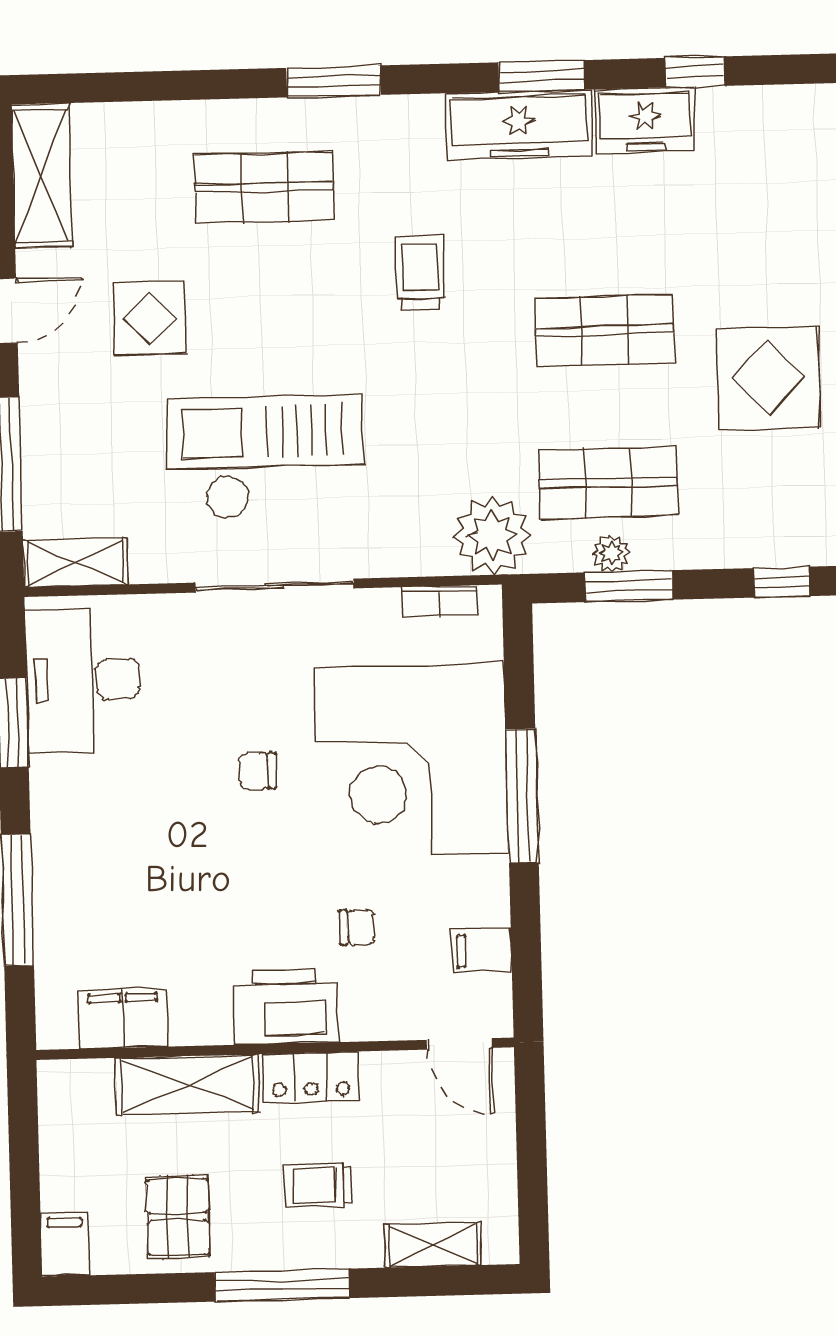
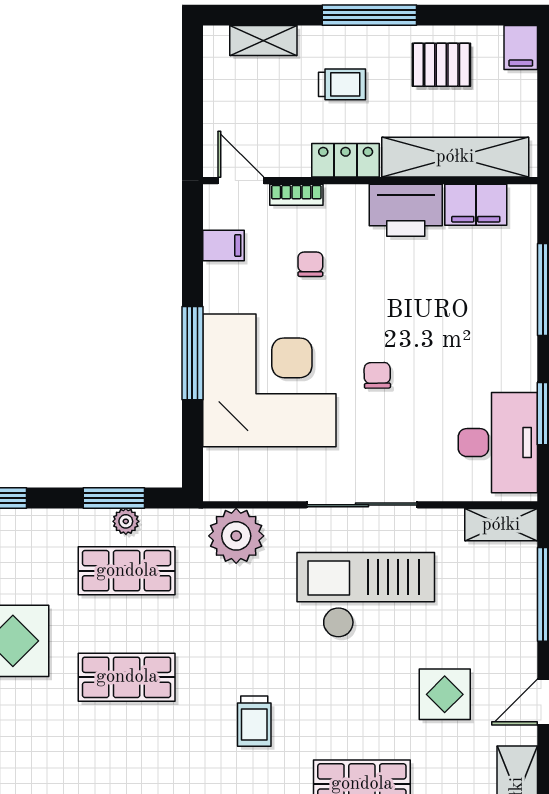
checkout: (266, 457) -> (366, 595), turned 180
plant: (493, 536) -> (236, 536), moved
bookcase: (440, 601) -> (296, 195), moved, turned 180
chair: (258, 771) -> (377, 375), turned -91
chair: (357, 927) -> (310, 264), turned 90
printer: (286, 1006) -> (406, 210), moved
shelving: (188, 1085) -> (455, 157), width x1.47
pallet: (178, 1217) -> (441, 65), turned 90

